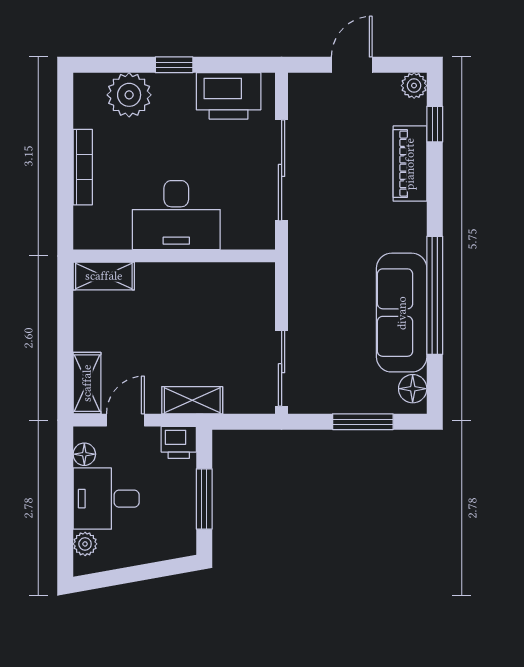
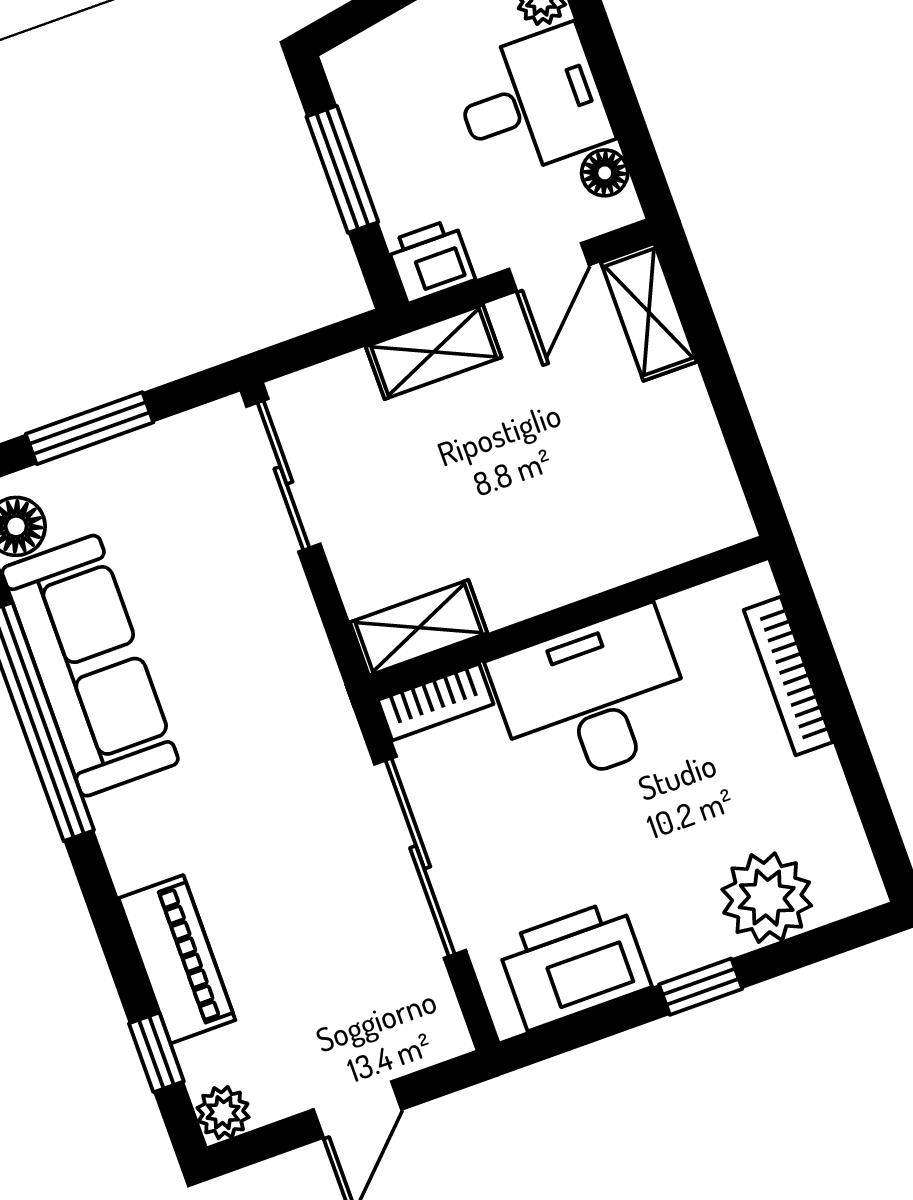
bookcase: (83, 167) -> (788, 676), moved
bookcase: (249, 239) -> (436, 702), added
shelving: (104, 276) -> (419, 628), moved

